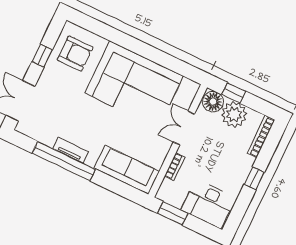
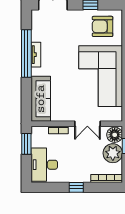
armchair: (75, 54) -> (103, 26), turned 90
double door: (184, 128) -> (87, 124), swing flipped

